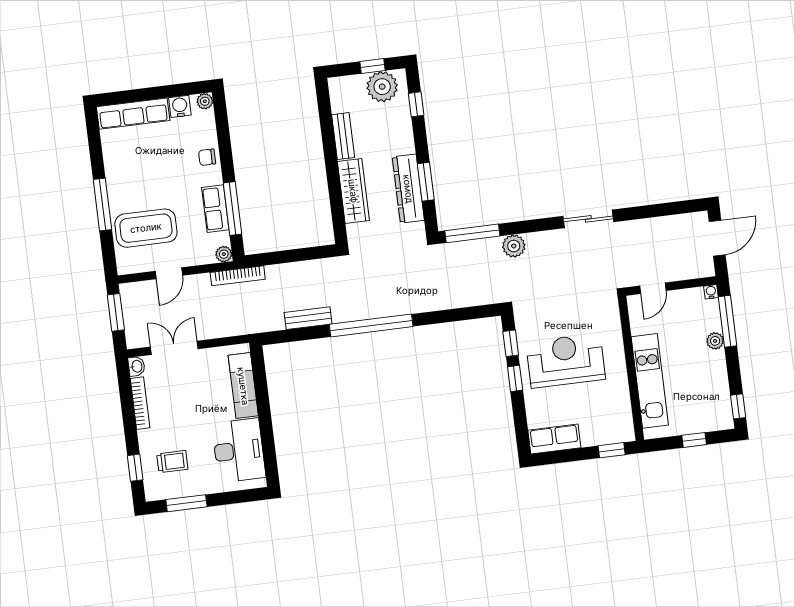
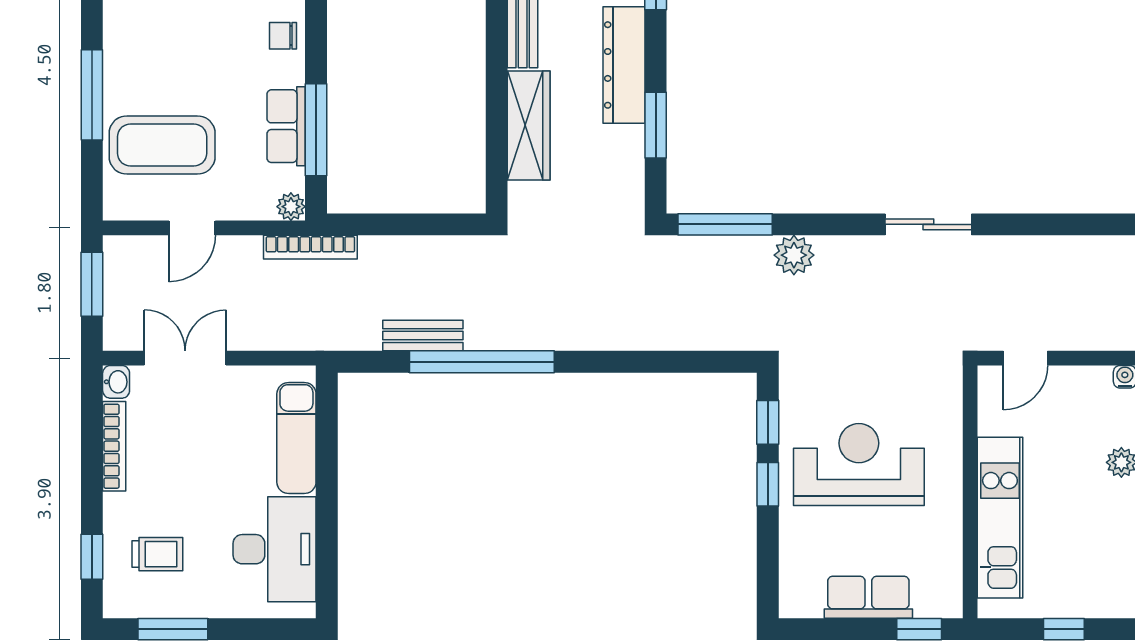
dresser: (408, 189) -> (624, 65), moved
window: (371, 325) -> (482, 362), moved
row of seats: (554, 439) -> (868, 597), moved

